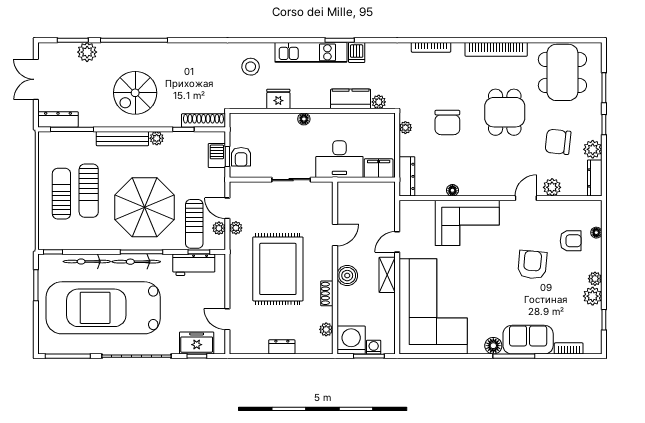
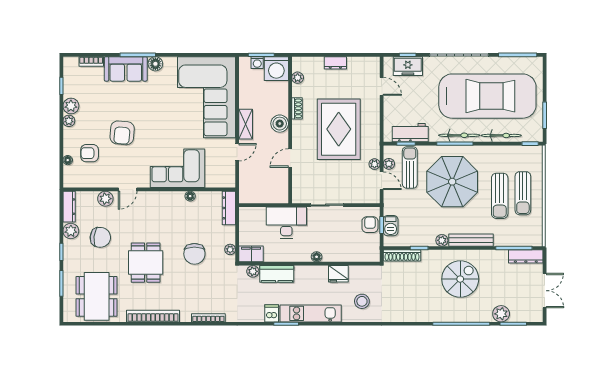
chair: (447, 122) -> (194, 254), turned 180
filing cabinet: (379, 168) -> (251, 254), moved, turned 180
sun lounger: (89, 191) -> (500, 196), turned 180

